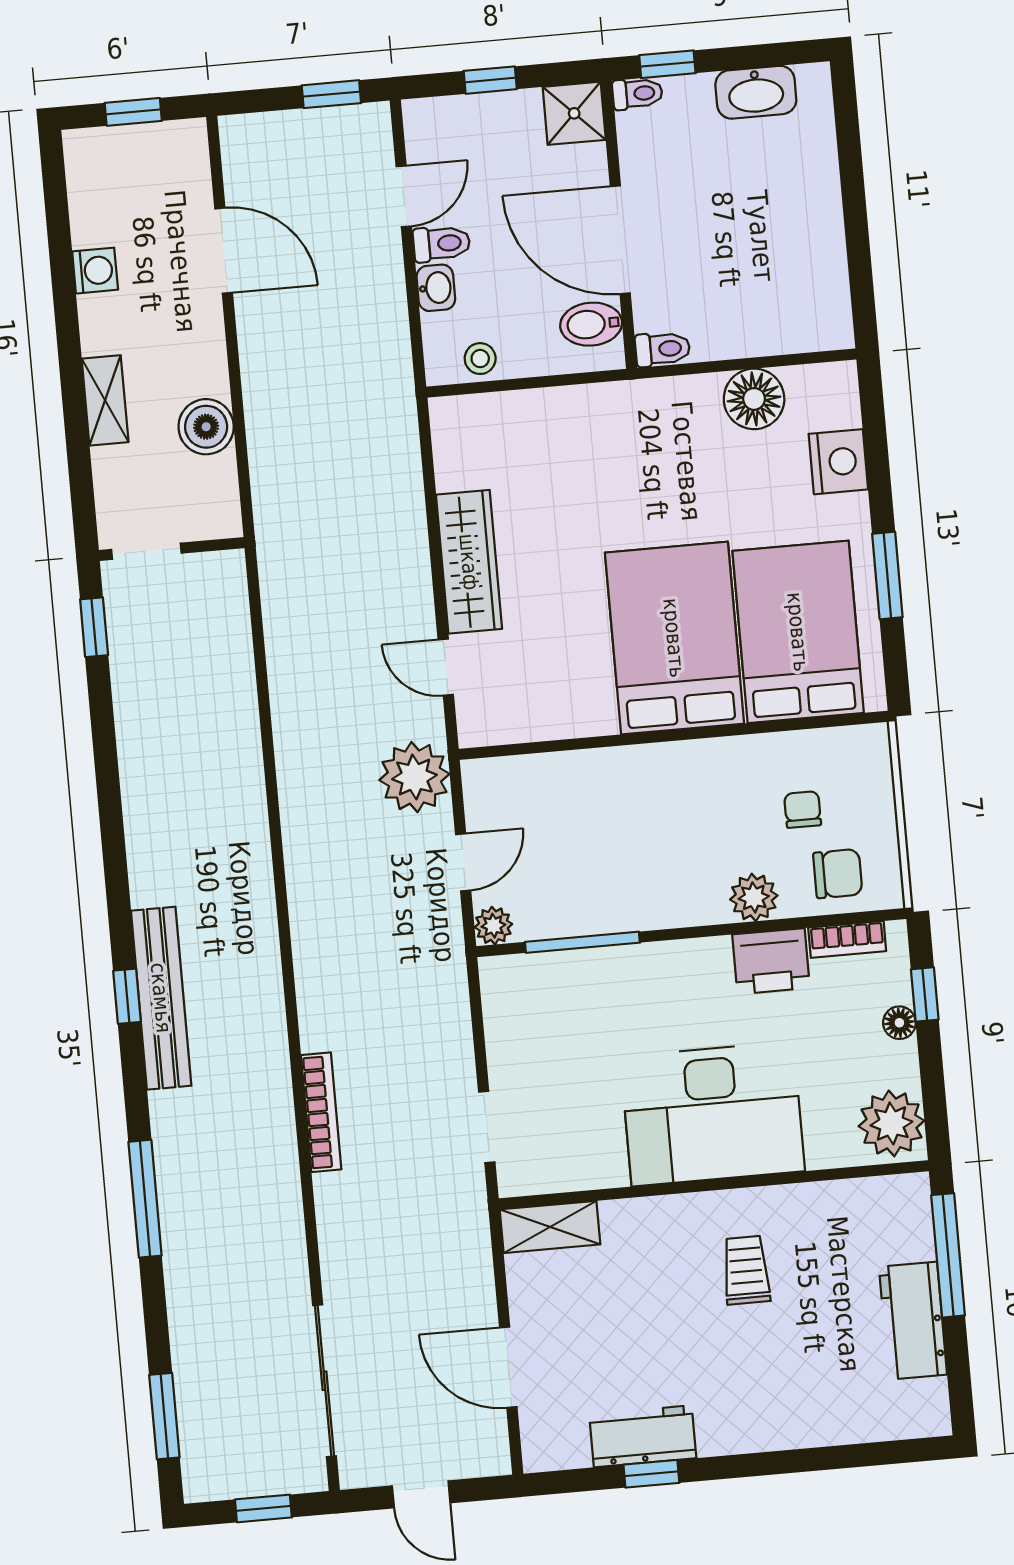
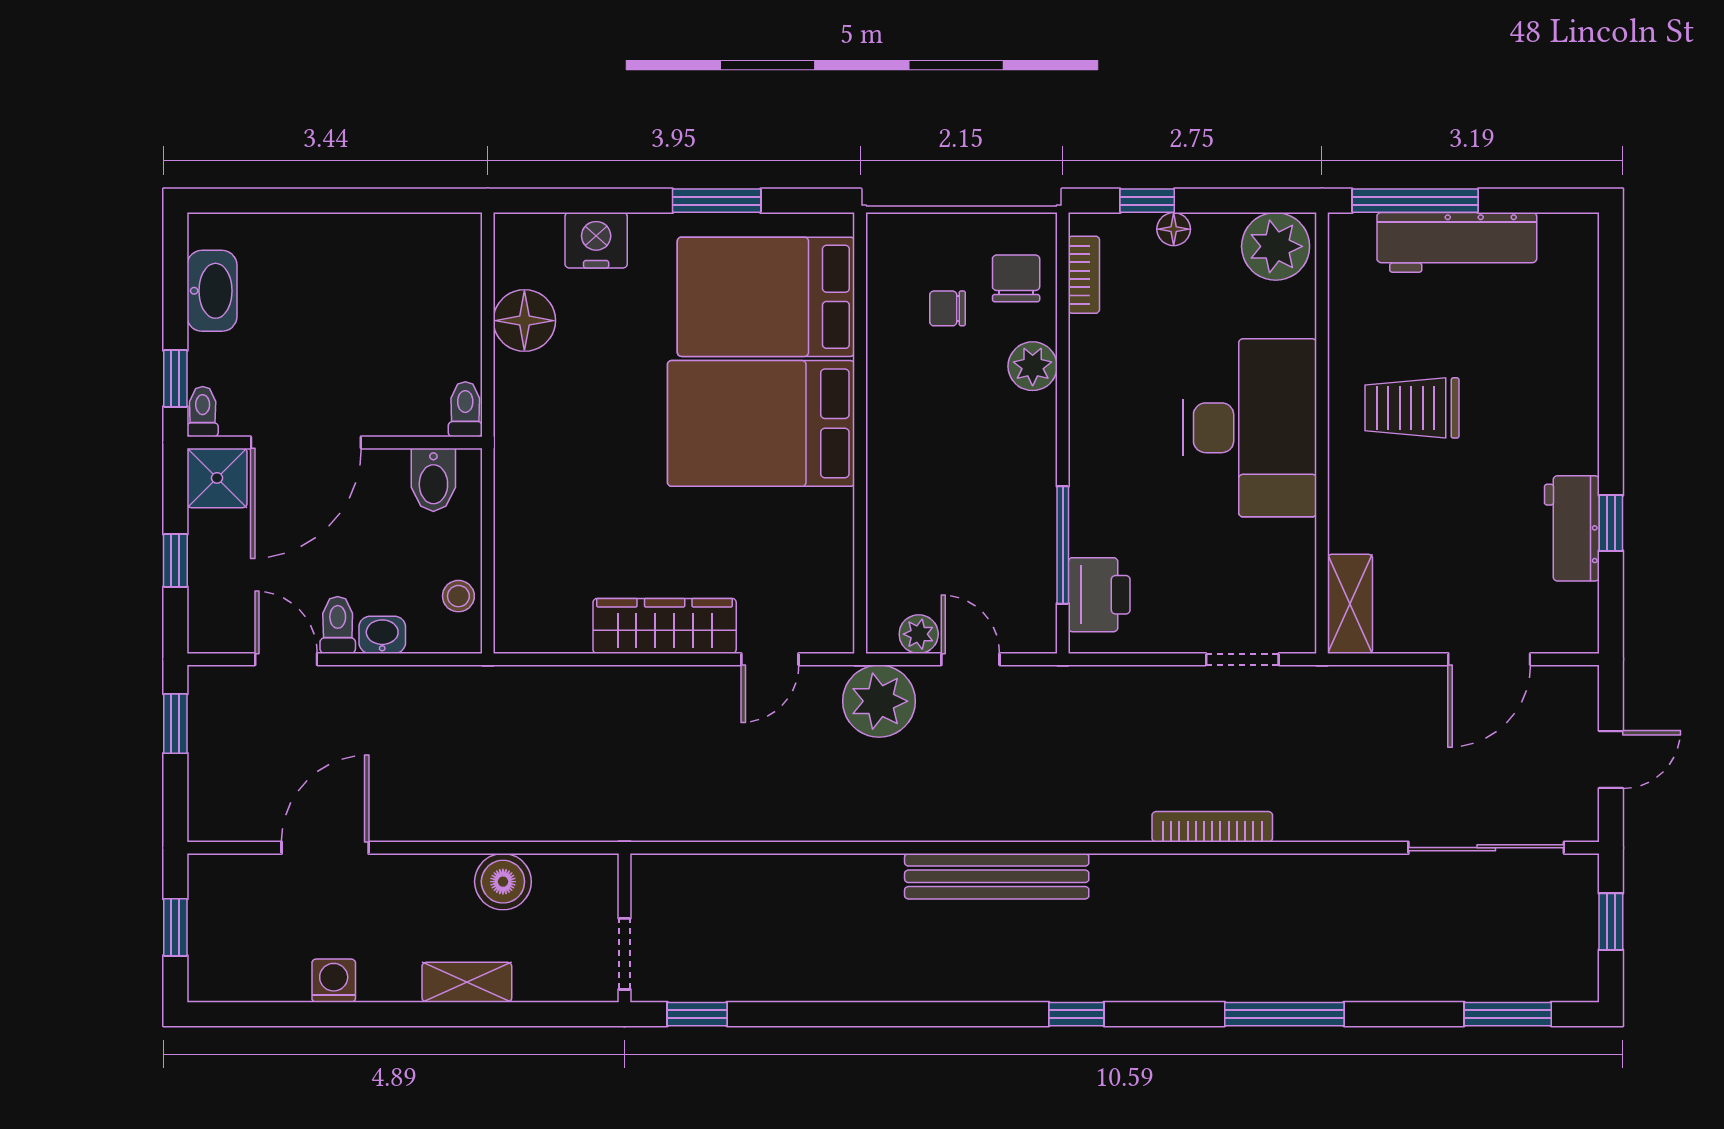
door: (620, 240) -> (306, 442), moved
plant: (493, 926) -> (919, 634), moved
printer: (771, 961) -> (1099, 595), moved
bench: (161, 998) -> (997, 876), moved
trolley: (746, 1270) -> (1412, 408), width x1.36, depth x1.39
workbench: (913, 1321) -> (1457, 242), width x1.38

